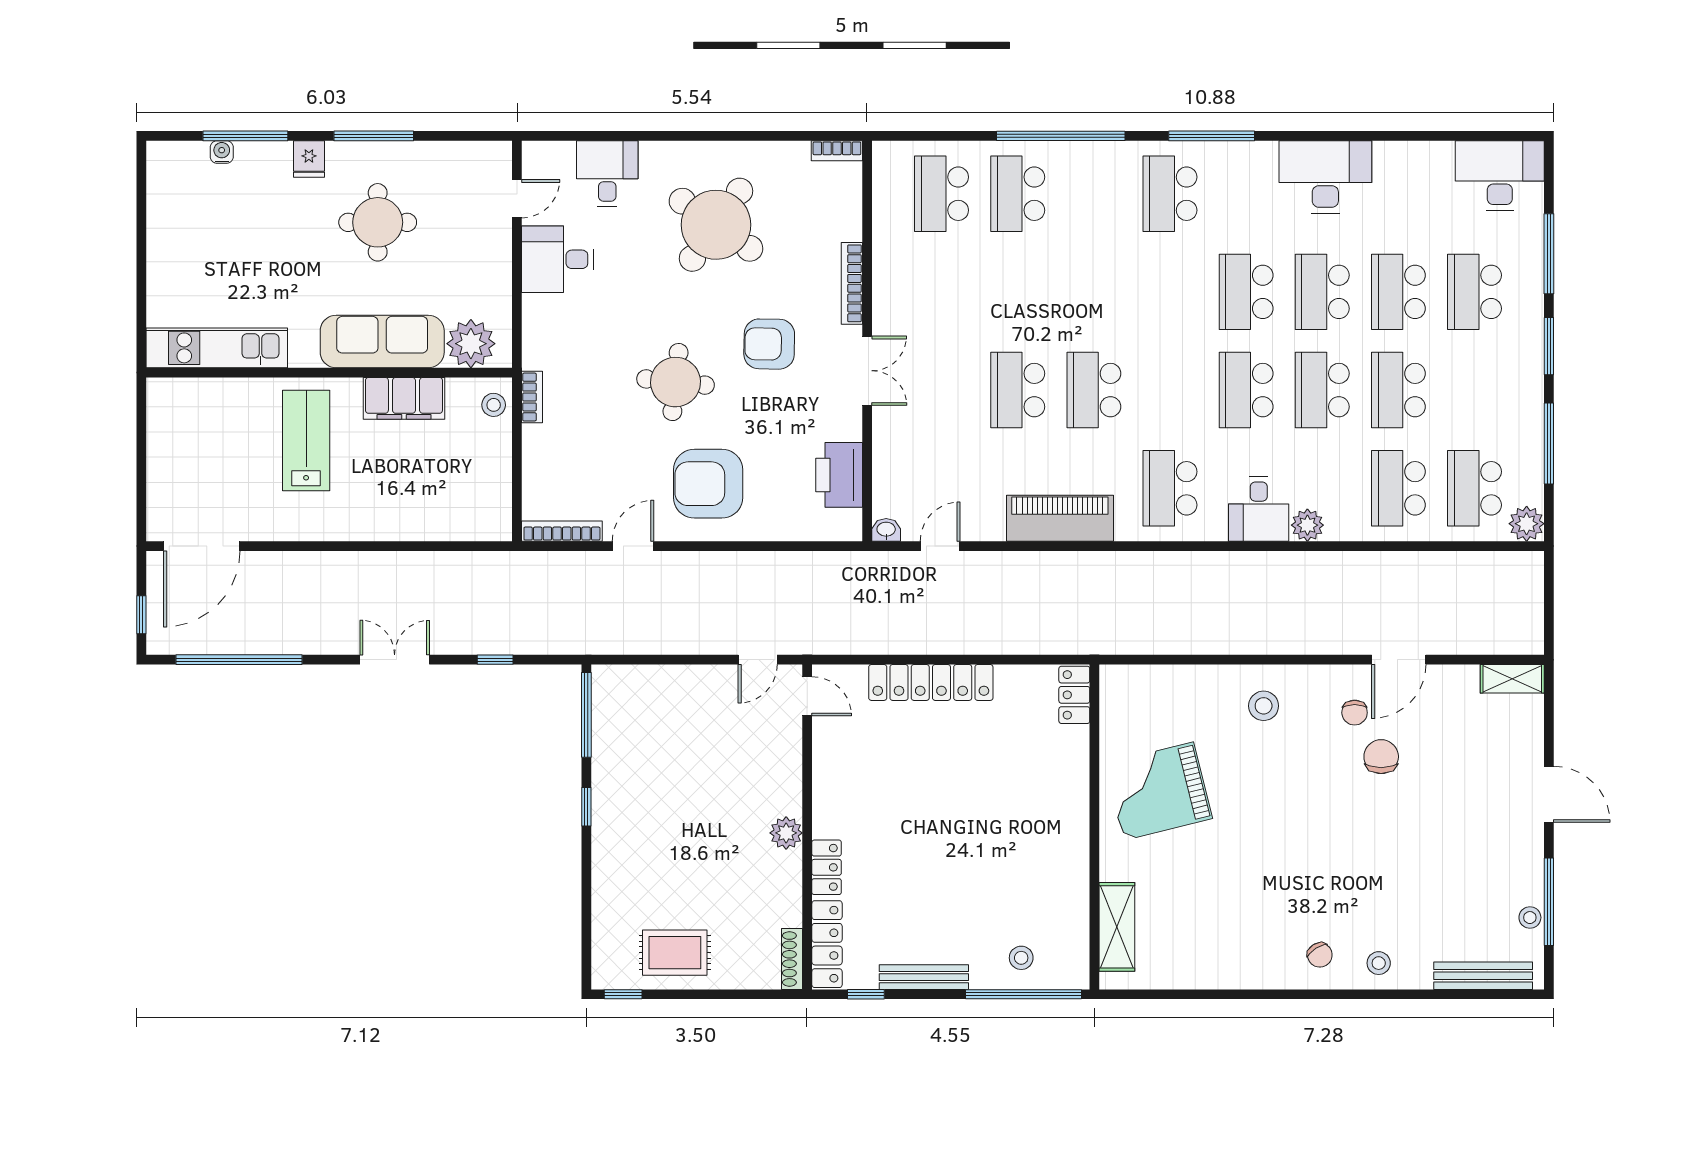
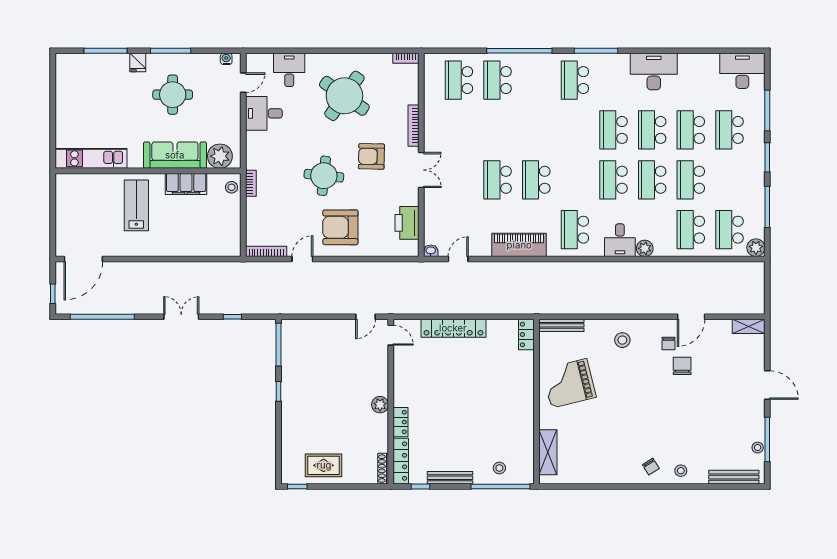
water cooler: (222, 152) -> (226, 59), moved
bench: (1143, 677) -> (561, 325), added

